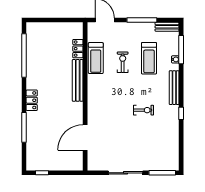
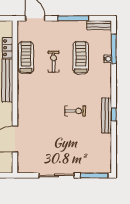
treadmill: (96, 58) -> (26, 57), turned 180
treadmill: (149, 58) -> (81, 58), turned 180
bench: (174, 88) -> (107, 115), moved

